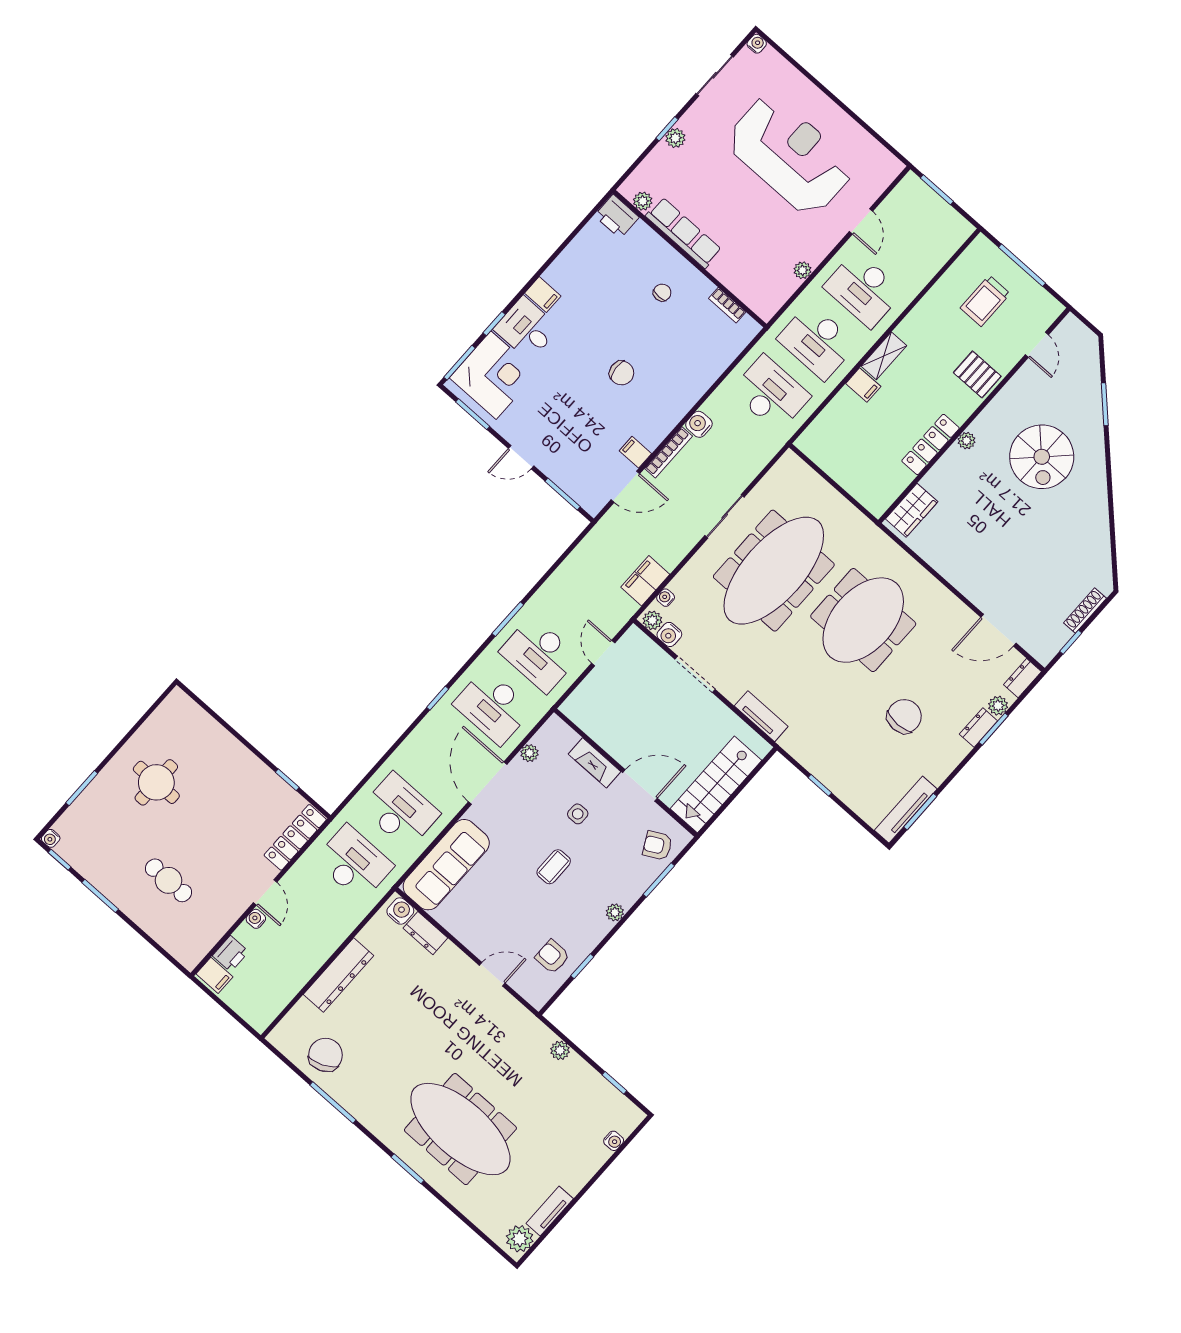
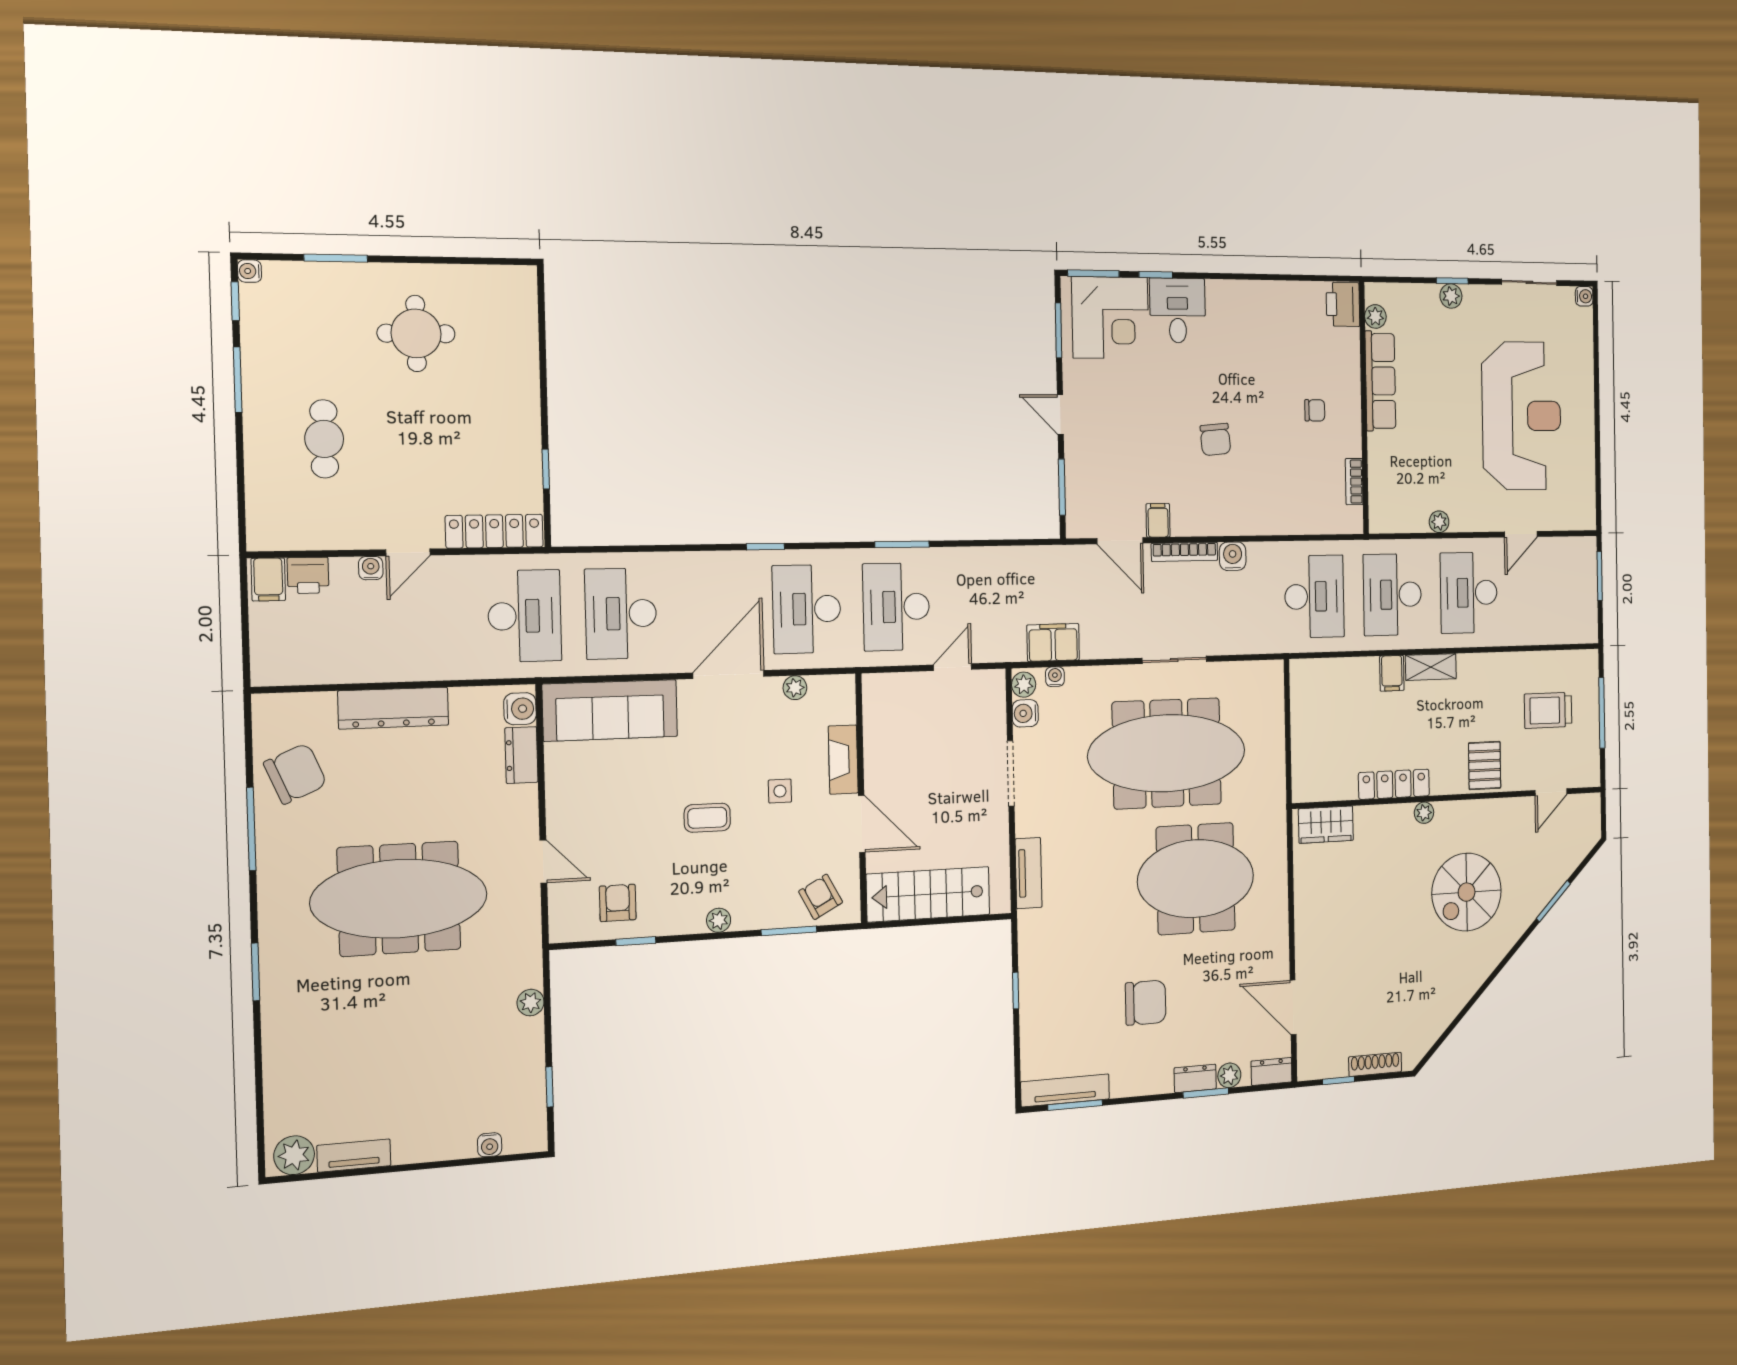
filing cabinet: (543, 295) -> (1220, 298), removed
desk: (400, 811) -> (621, 614), turned 180
meeting table: (460, 1129) -> (399, 899), moved, turned 90

